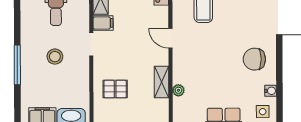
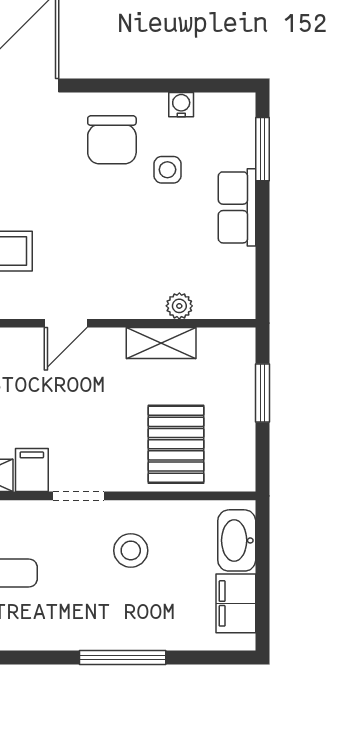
stool: (55, 57) -> (131, 550), moved
pallet: (115, 89) -> (176, 444), width x1.50, depth x1.42
side table: (263, 112) -> (167, 170), moved

